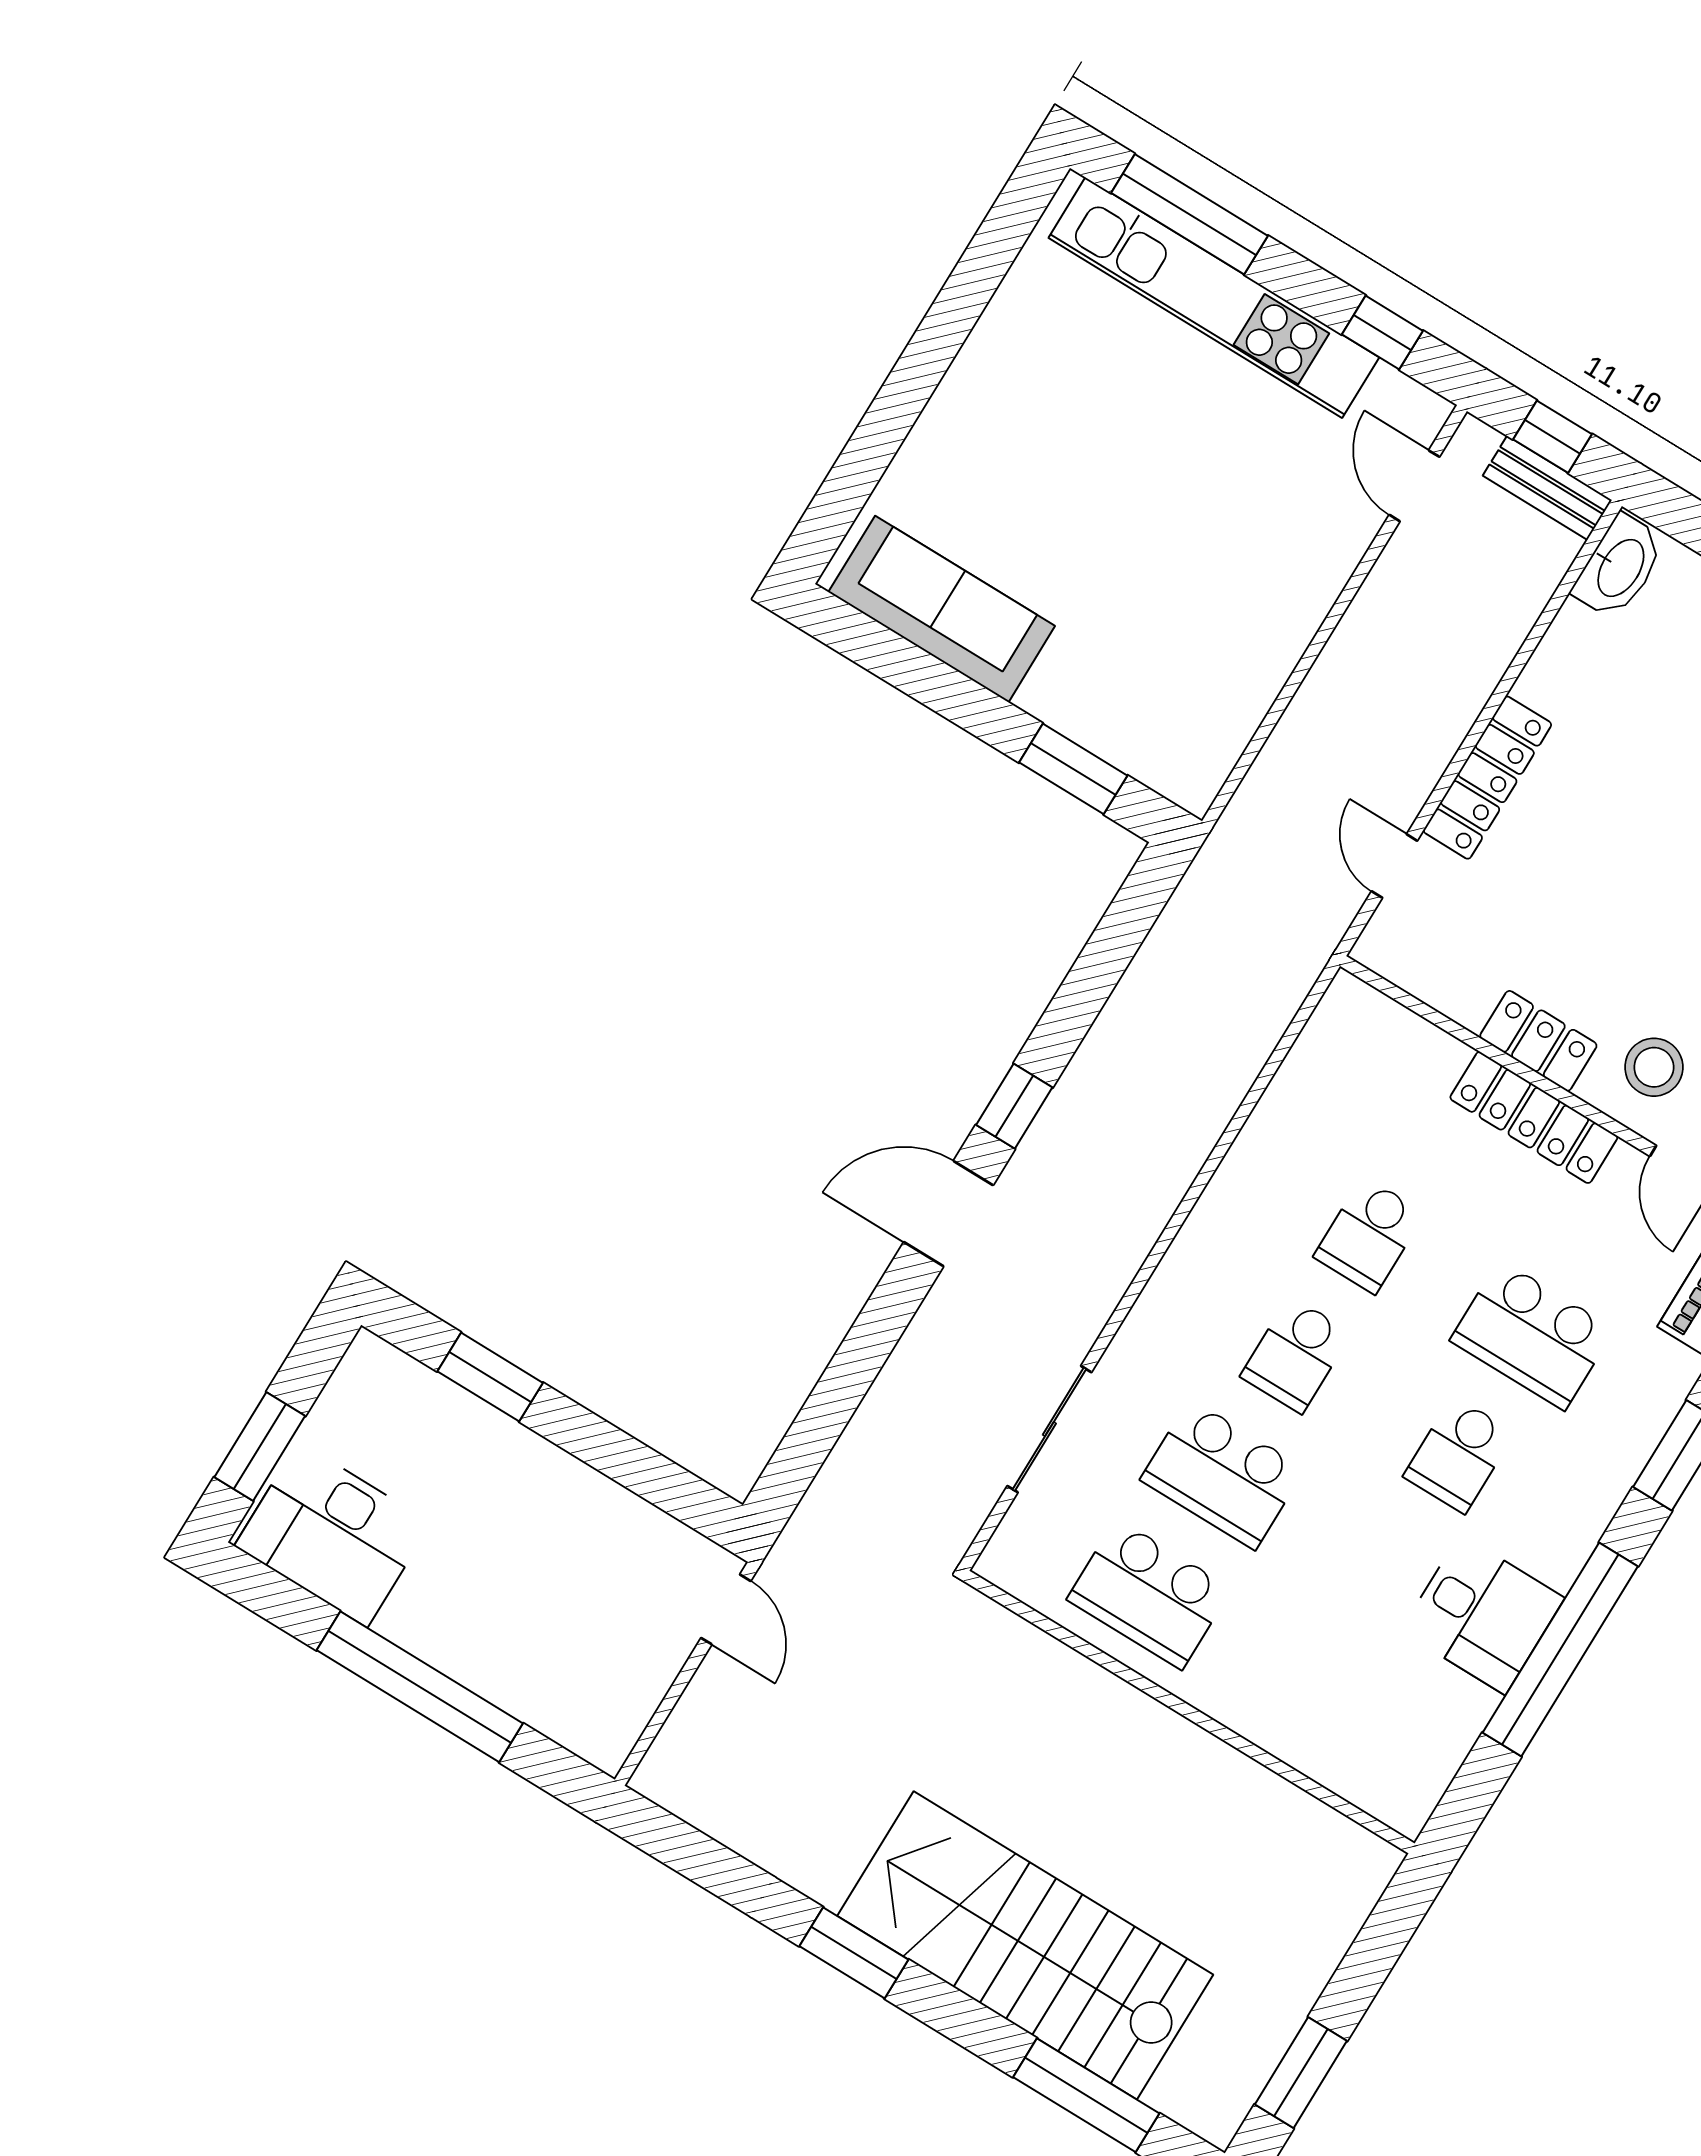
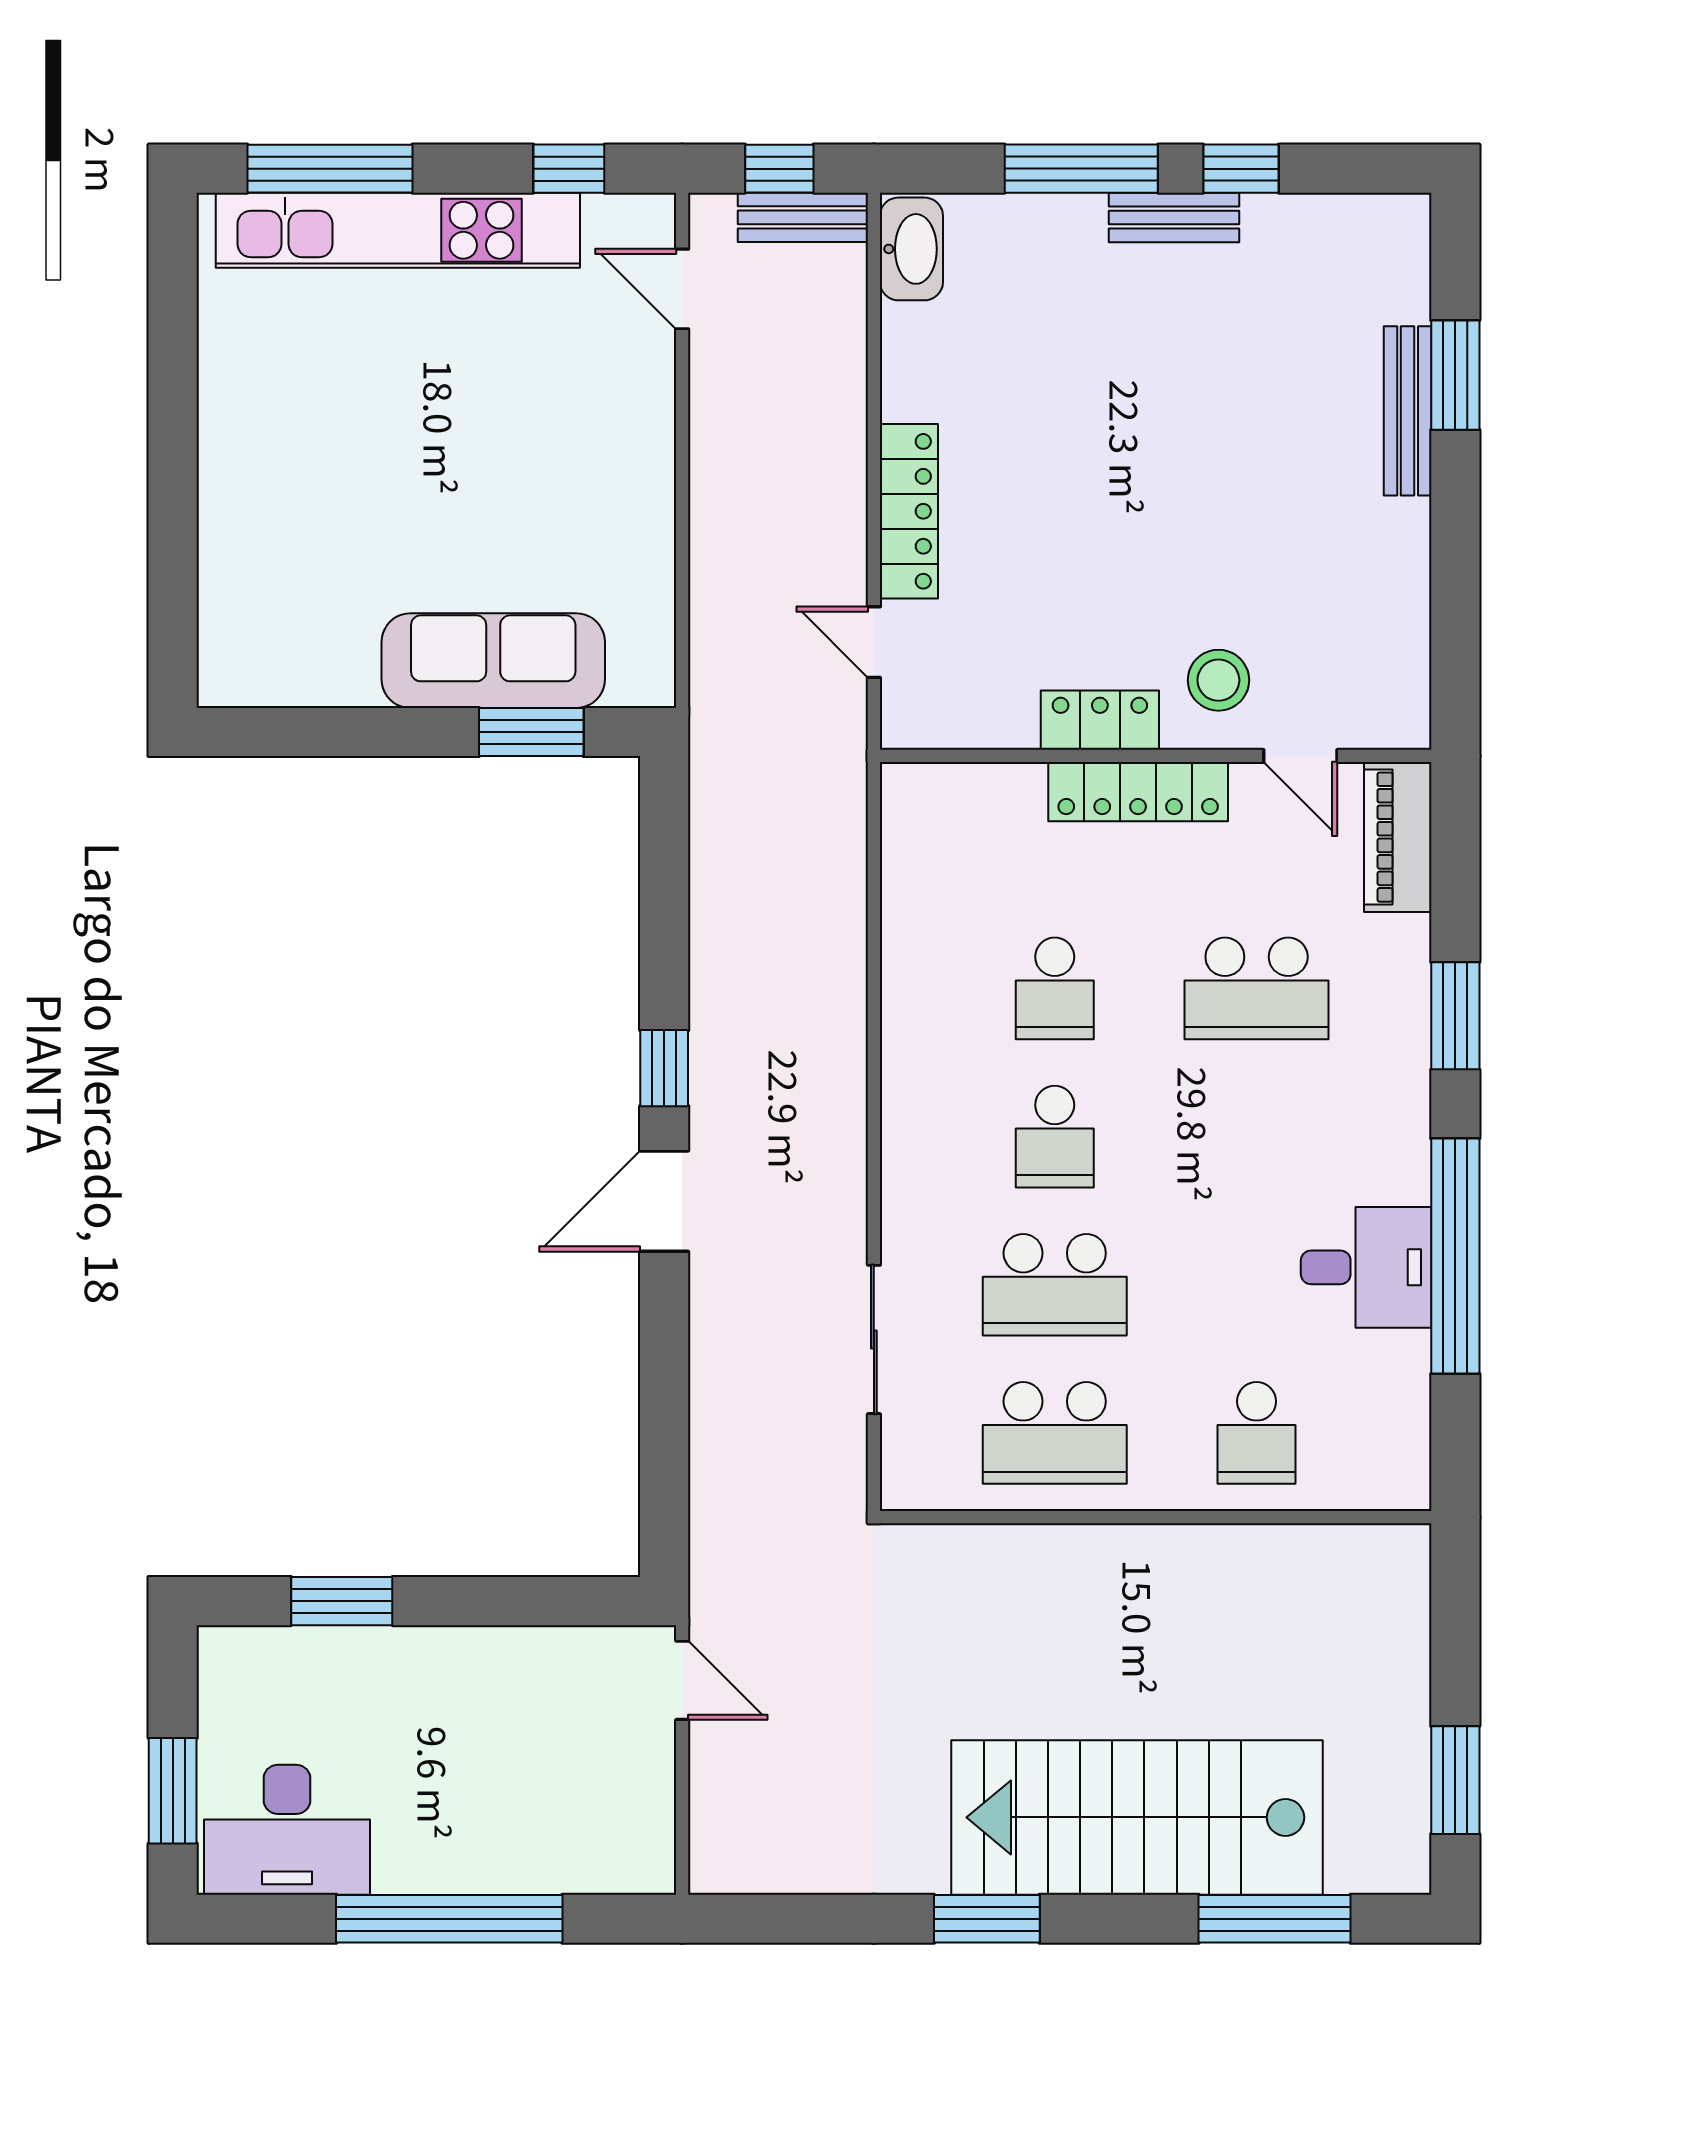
sofa: (942, 609) -> (493, 661), moved
school desk: (1459, 1455) -> (1257, 1433), moved

